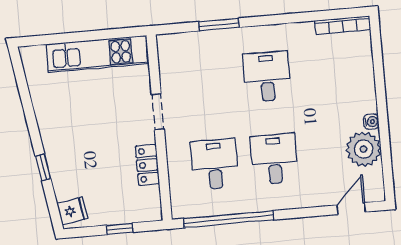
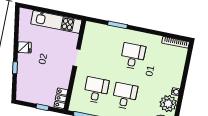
locker: (147, 165) -> (61, 98), moved
fridge: (72, 211) -> (24, 47), moved

